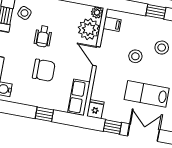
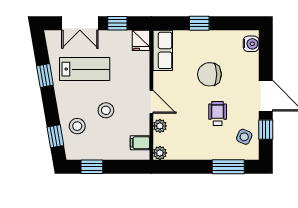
plant: (89, 29) -> (160, 126), width x0.53, depth x0.53

